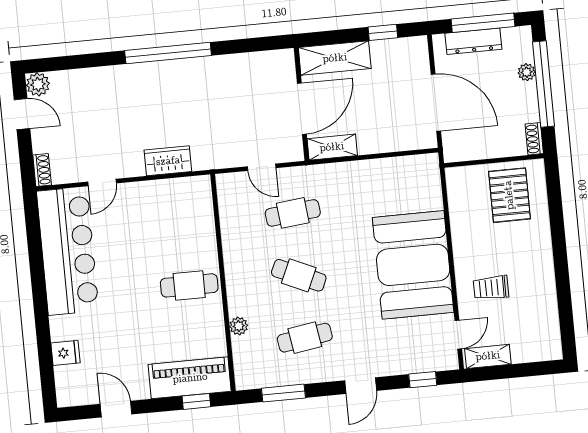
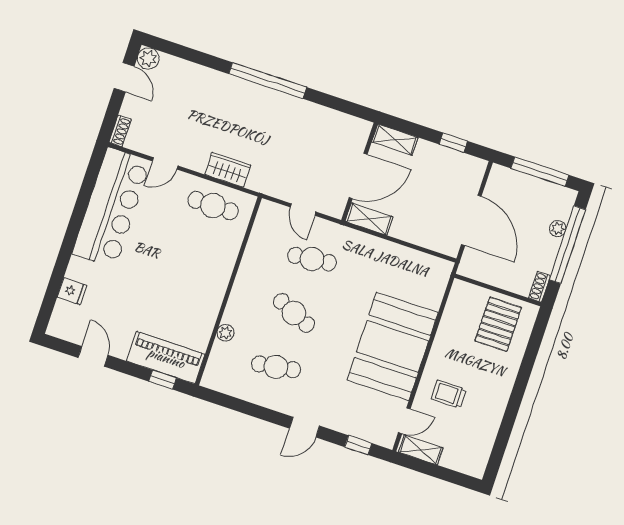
dresser: (473, 41) -> (525, 183), removed
shelving: (335, 58) -> (395, 140), width x0.67, depth x0.75
cafe table: (189, 285) -> (213, 206), moved
window: (283, 393) -> (238, 405), removed

